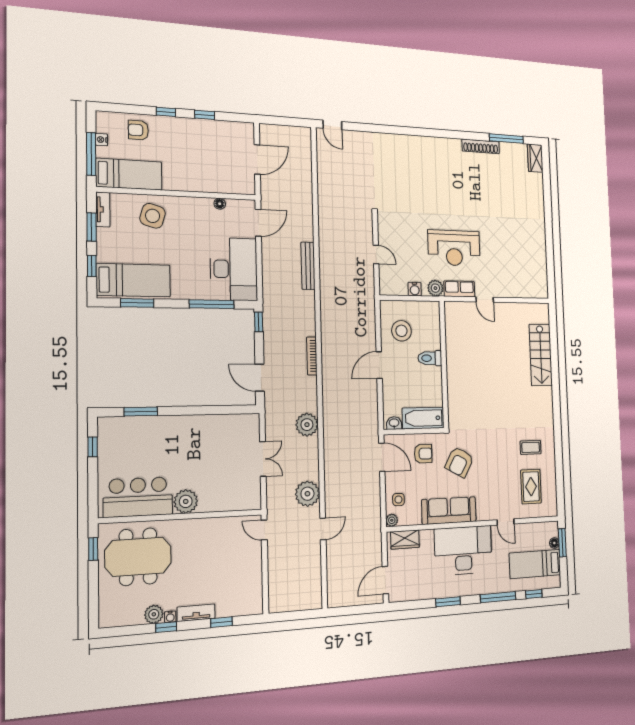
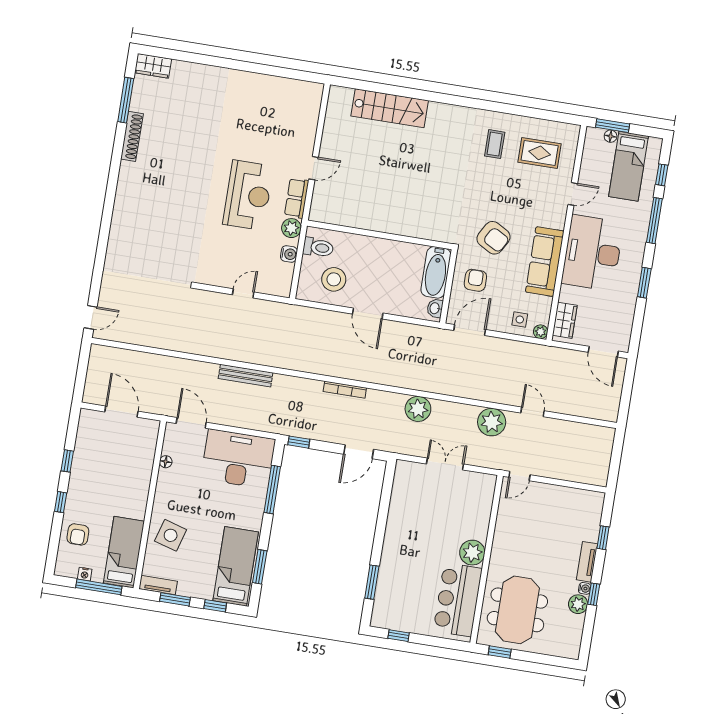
toilet: (430, 358) -> (318, 247), moved, turned -90

